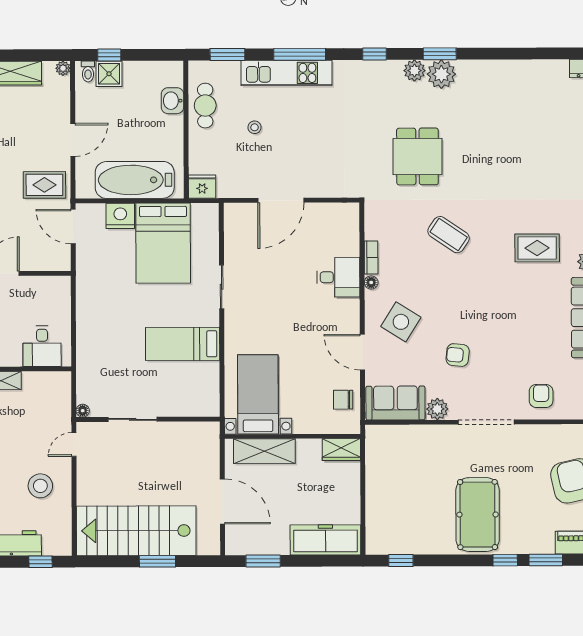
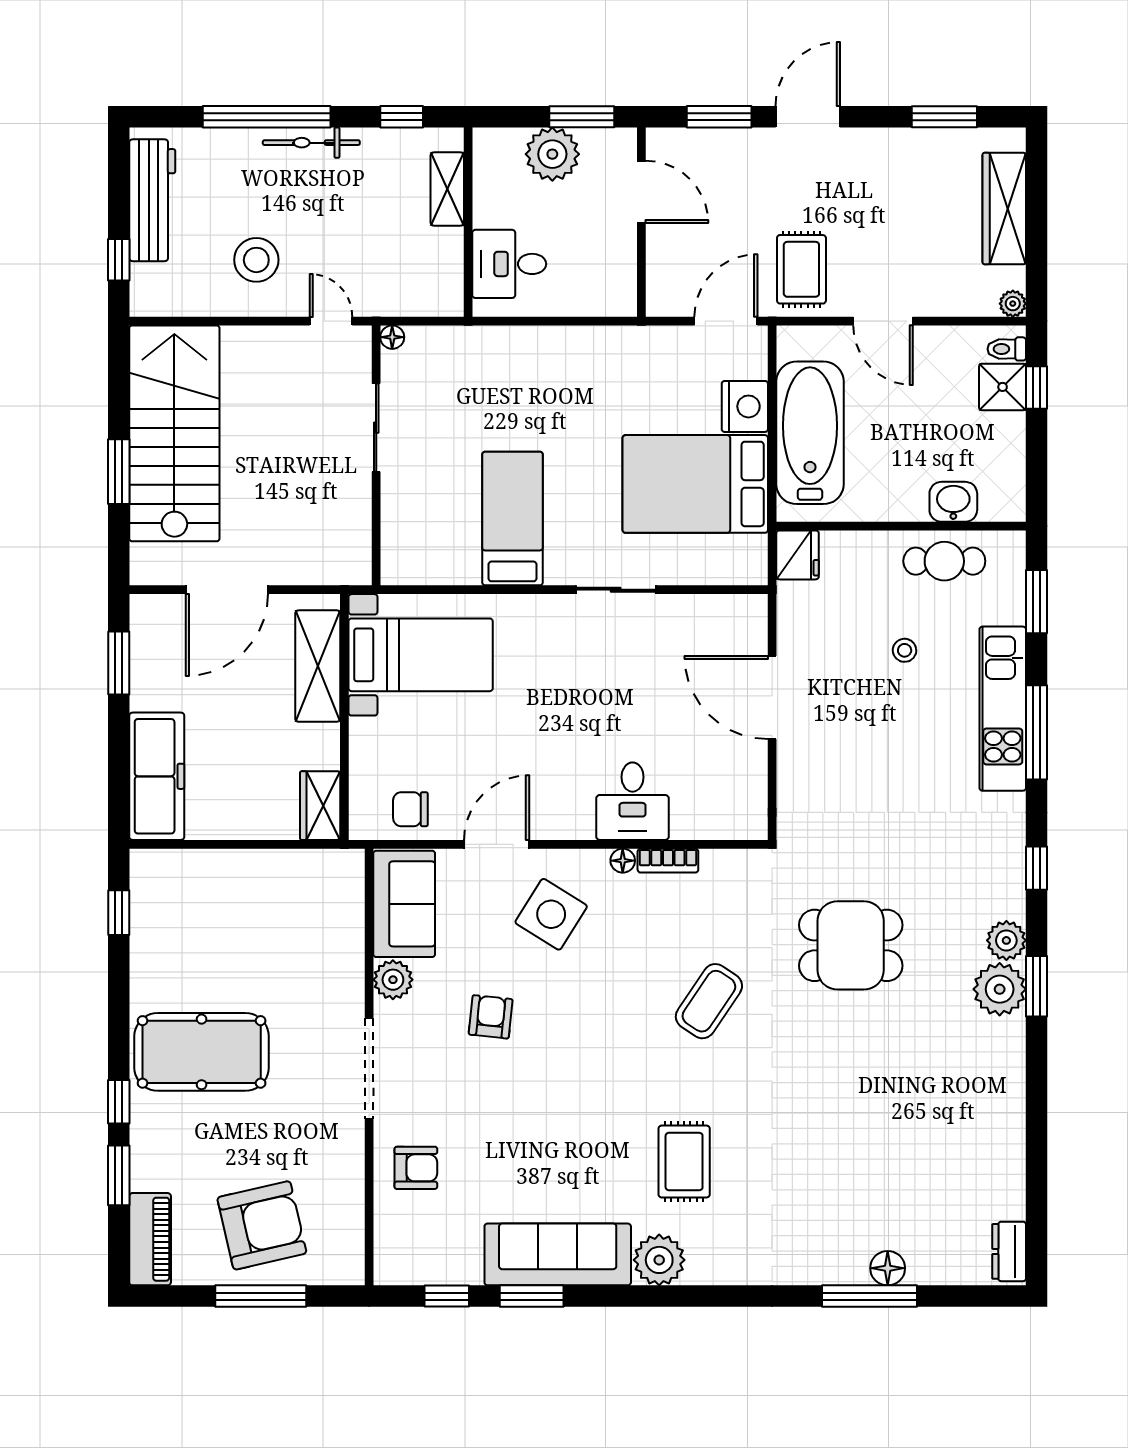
chair: (343, 400) -> (410, 809), turned -90

